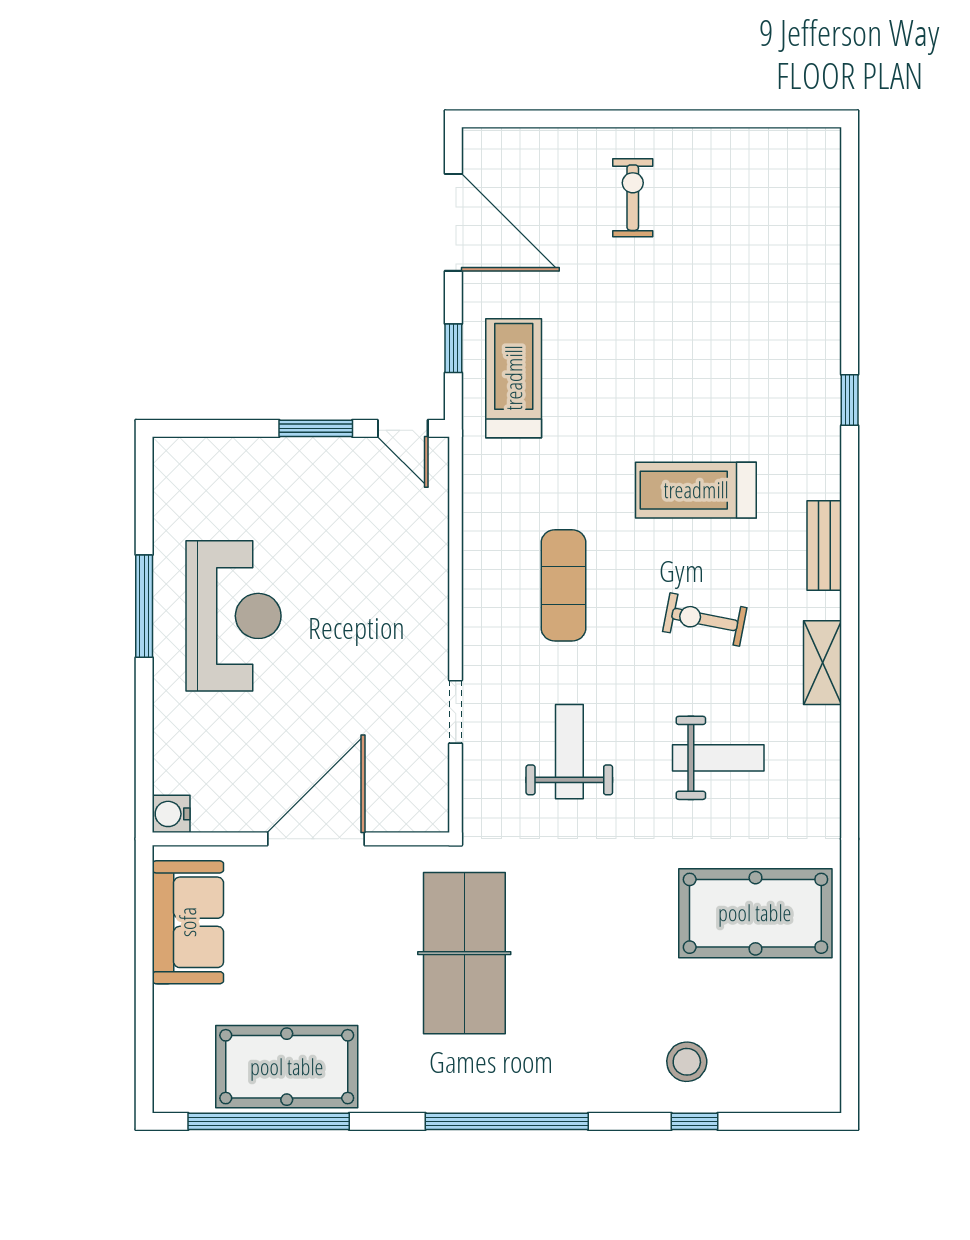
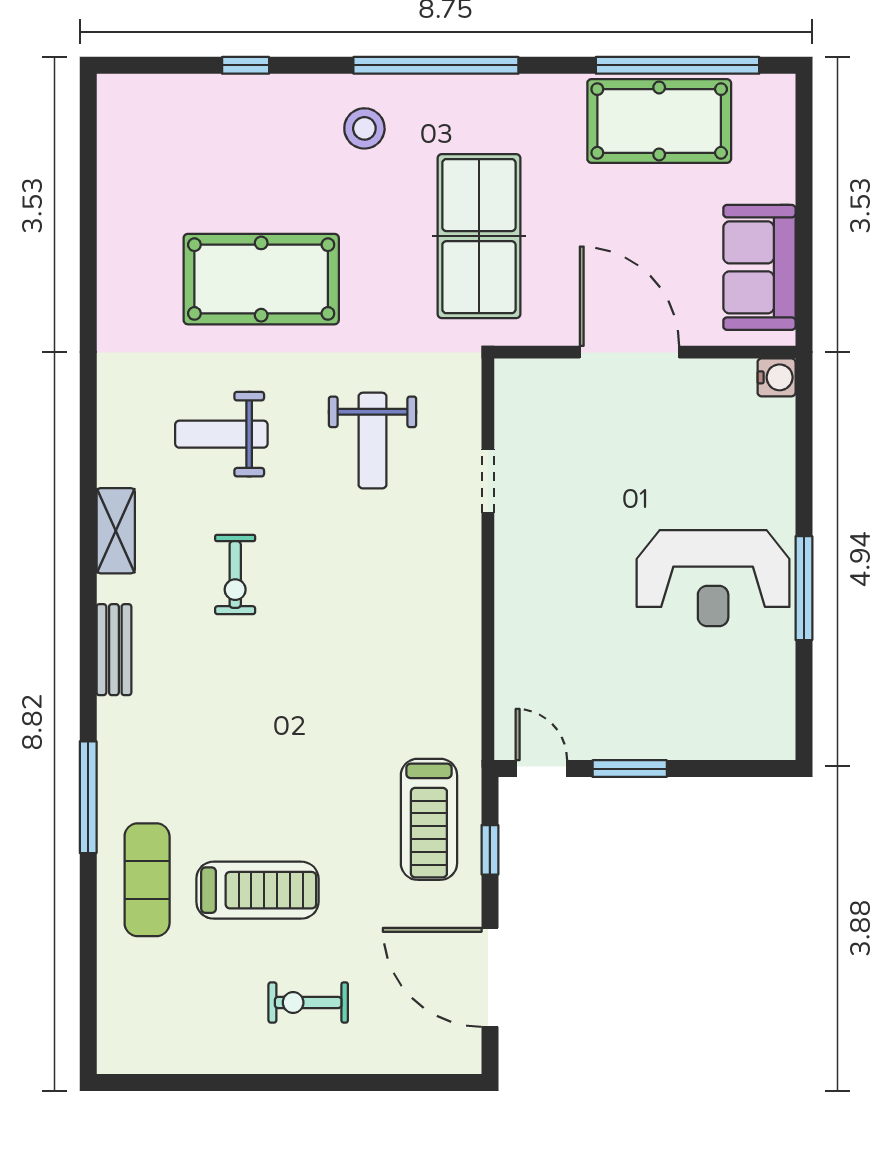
exercise bike: (633, 198) -> (308, 1002), turned 90
window: (850, 400) -> (88, 797), width x2.17
treadmill: (696, 490) -> (257, 890), moved
exercise mat: (563, 585) -> (147, 880), moved
reception desk: (234, 616) -> (713, 578), turned -90
exercise bike: (705, 620) -> (235, 575), turned 79
door: (316, 839) -> (629, 352), swing flipped
pool table: (755, 913) -> (261, 279), moved
stool: (687, 1062) -> (364, 128), moved

